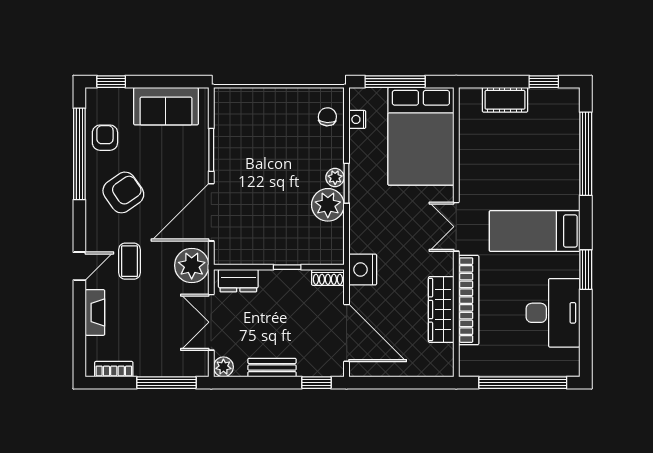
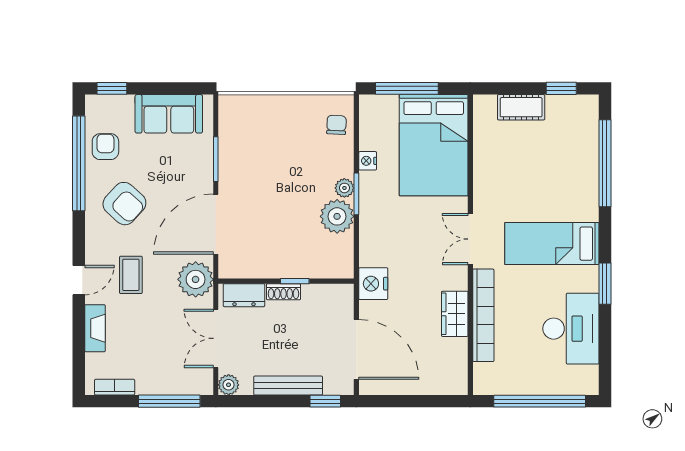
nightstand: (357, 119) -> (368, 161), moved
armchair: (123, 192) -> (124, 204), turned 77
shoe rack: (328, 277) -> (283, 292), moved
wardrobe: (441, 310) -> (455, 314), width x0.67
bench: (272, 368) -> (288, 385), width x1.36

